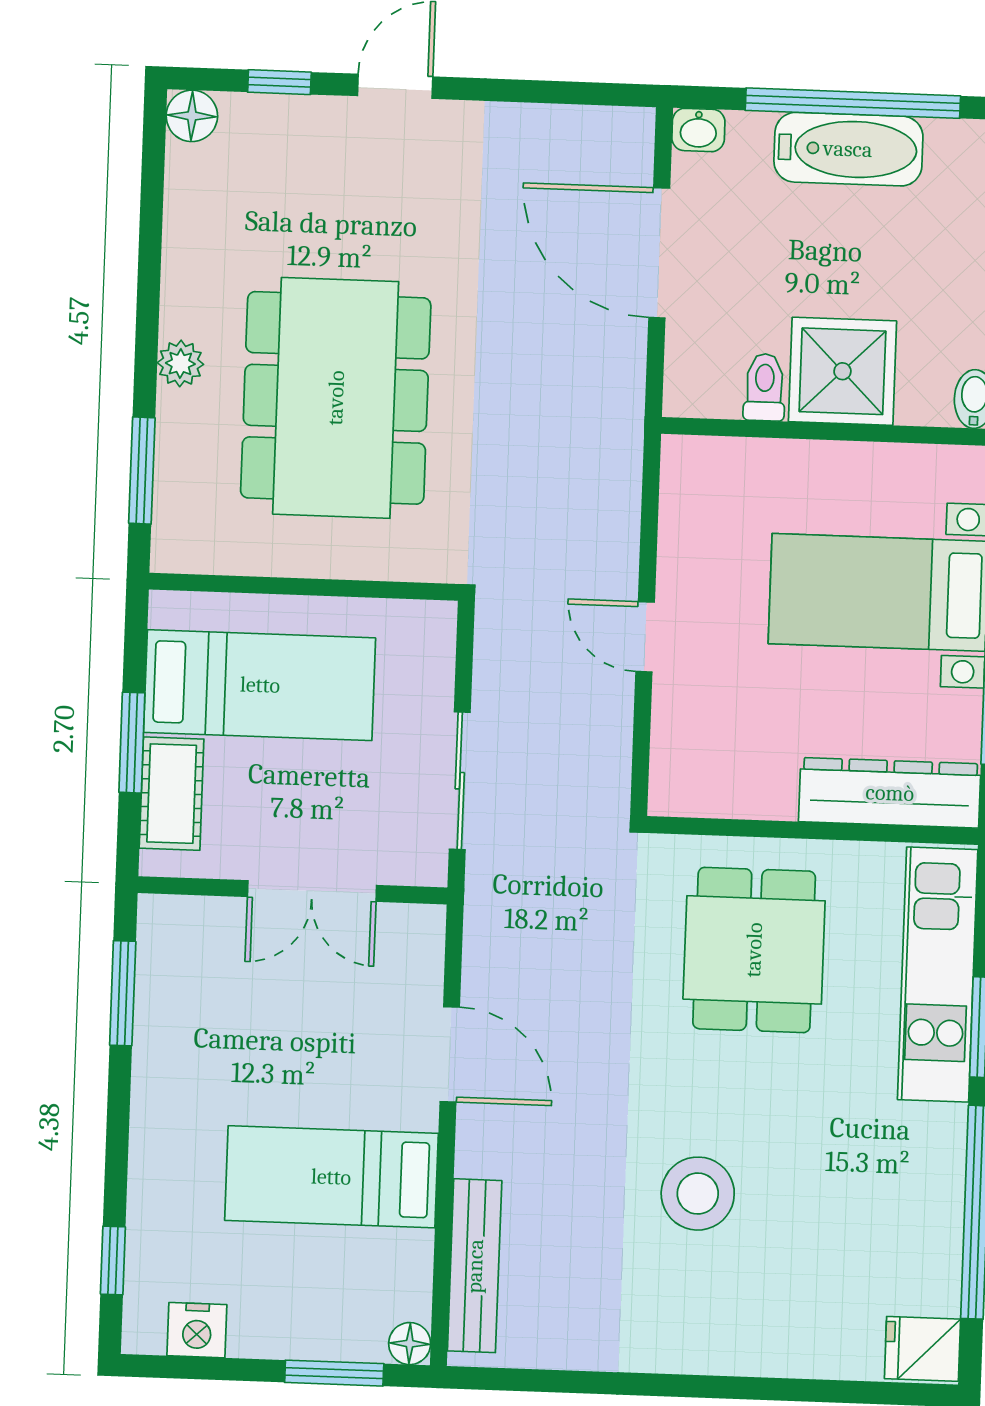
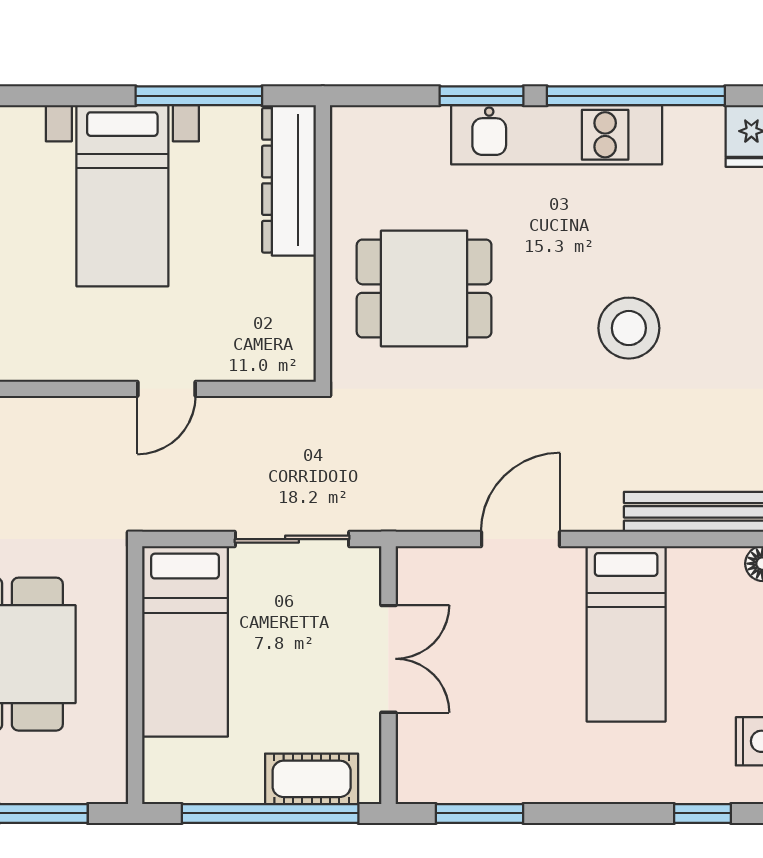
bed: (260, 685) -> (185, 641), moved, turned 180
window: (132, 743) -> (270, 813), width x2.11
kitchen unit: (938, 975) -> (557, 135), moved

